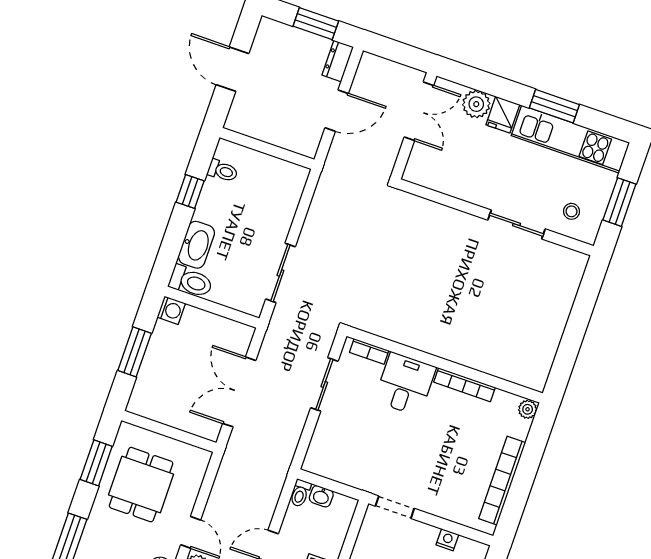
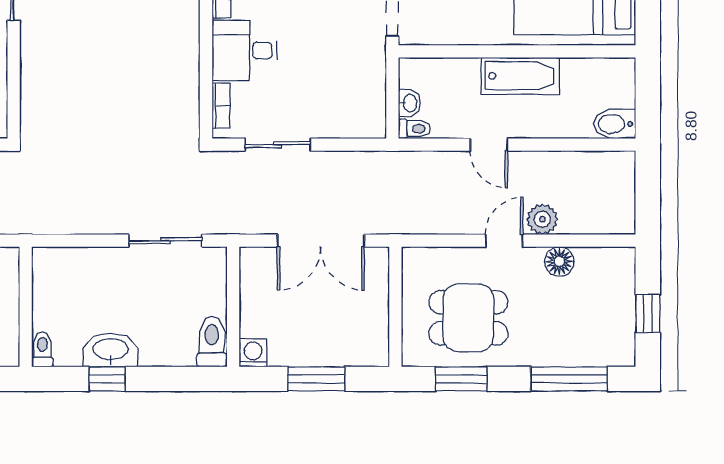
toilet: (223, 171) -> (42, 349), moved
washbasin: (196, 245) -> (110, 350), moved

